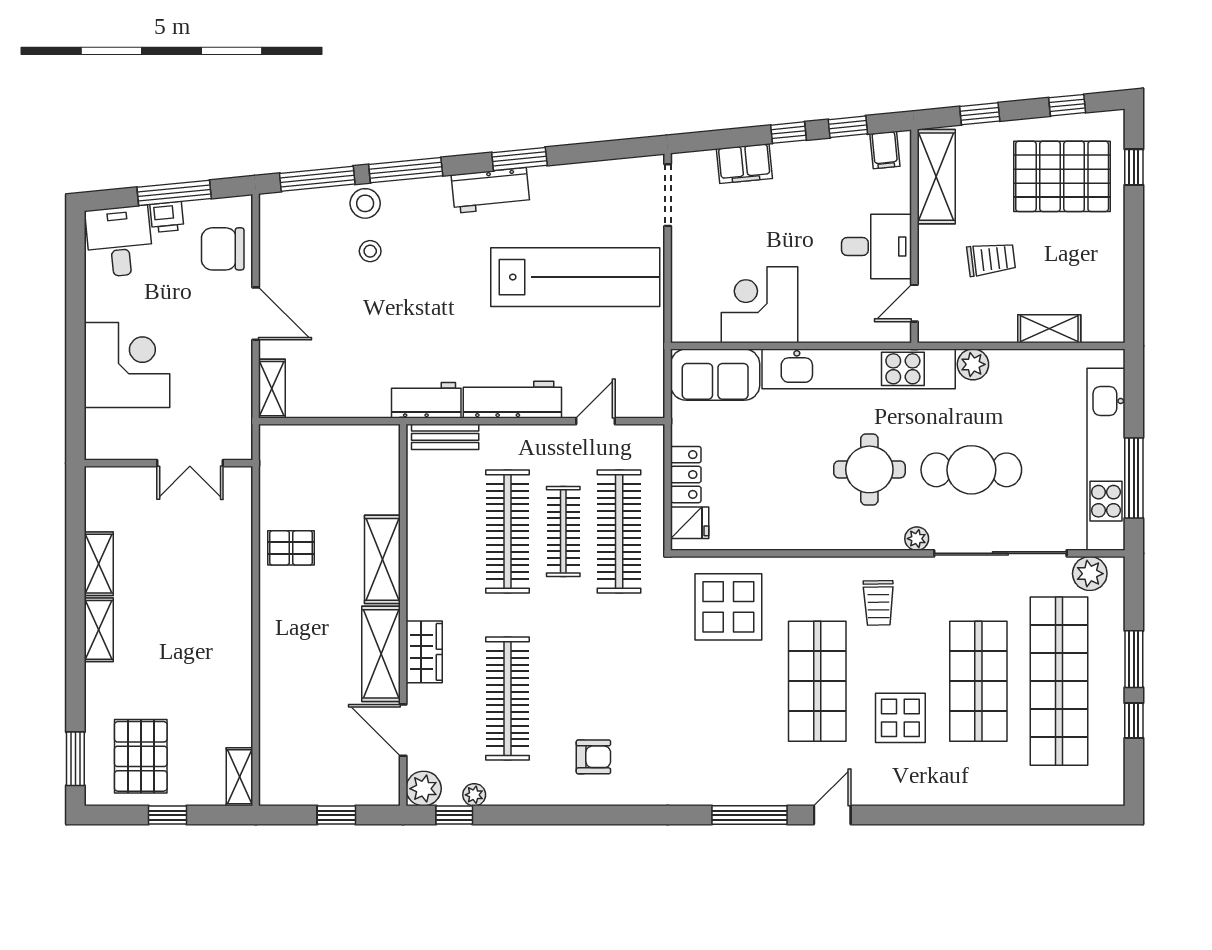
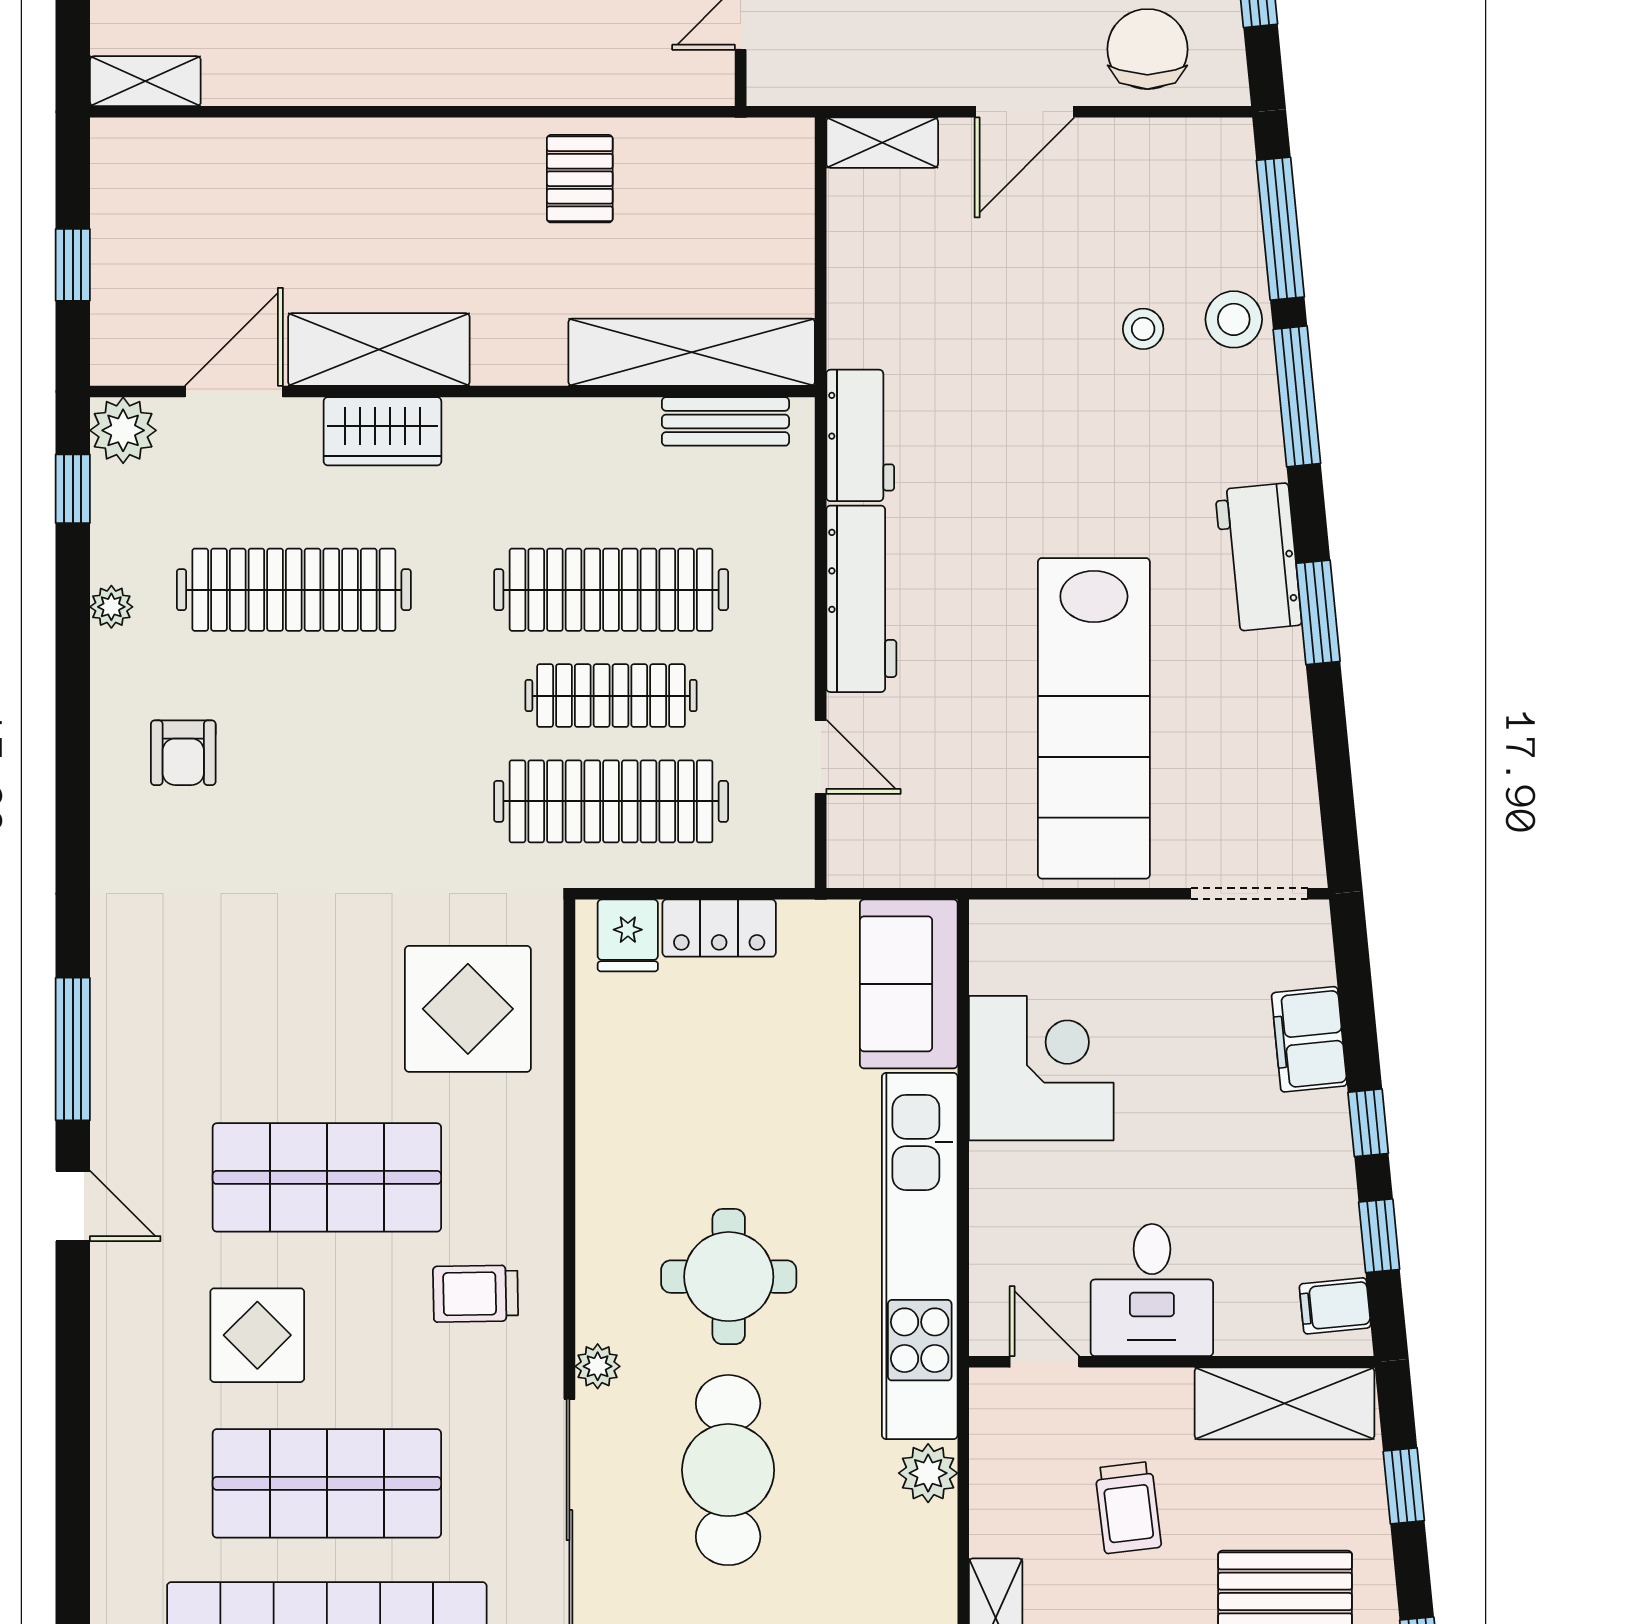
bench: (445, 437) -> (725, 421), moved, turned 90
shelving: (382, 559) -> (692, 352), moved, width x1.47
plant: (474, 795) -> (111, 607), moved

